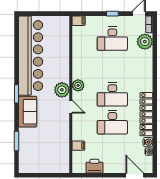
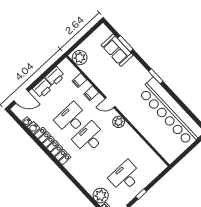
filing cabinet: (79, 21) -> (91, 93), moved
plant: (62, 90) -> (80, 58), moved
sofa: (28, 112) -> (117, 50), moved
printer: (112, 166) -> (43, 88), added

